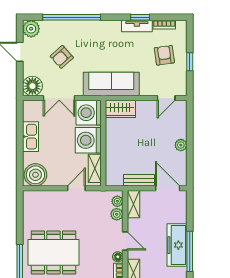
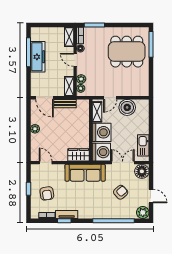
door: (166, 98) -> (46, 163), hinge flipped
kitchen sink: (30, 137) -> (143, 145), moved
boiler: (35, 175) -> (127, 107), moved

